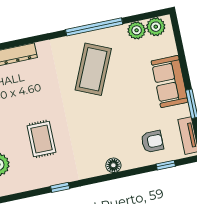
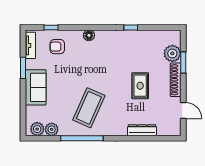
rug: (41, 139) -> (140, 86), moved

